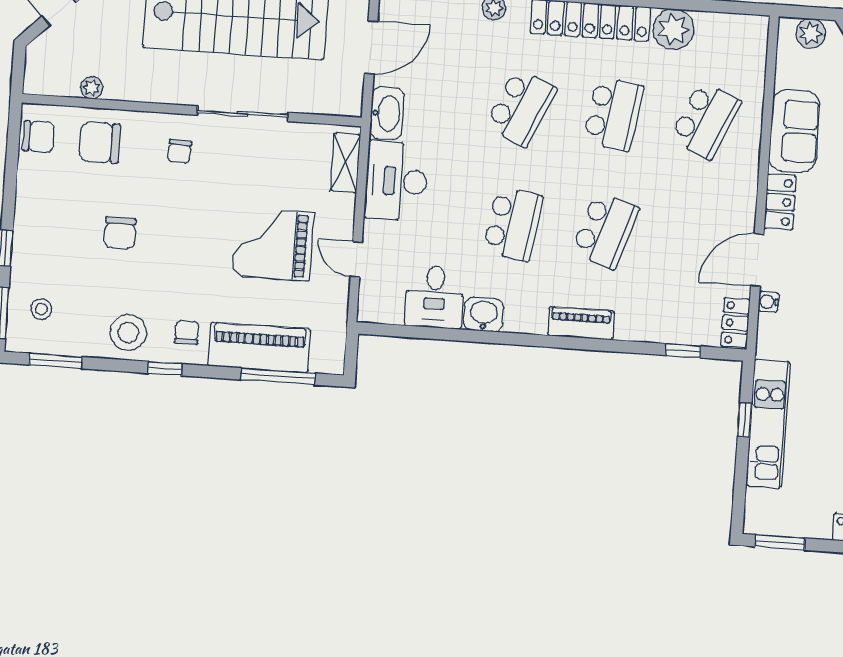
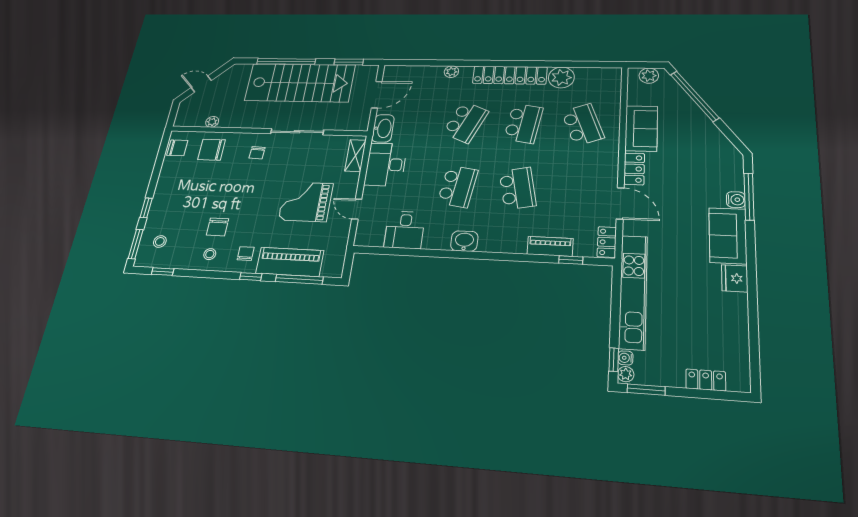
school desk: (705, 120) -> (583, 125), turned -45
school desk: (605, 230) -> (518, 188), turned -30
chair: (120, 233) -> (218, 227), moved
door: (757, 260) -> (620, 203), swing flipped
water cooler: (768, 302) -> (625, 358), moved
washbasin: (484, 314) -> (464, 241), moved
piano: (581, 323) -> (550, 246), moved
stool: (128, 332) -> (210, 254), width x0.53, depth x0.53
window: (56, 361) -> (163, 272), width x0.67
window: (165, 369) -> (251, 277), moved
window: (745, 420) -> (614, 360), moved
kitchen unit: (768, 424) -> (633, 291), width x1.36
plant: (754, 521) -> (626, 374), added

